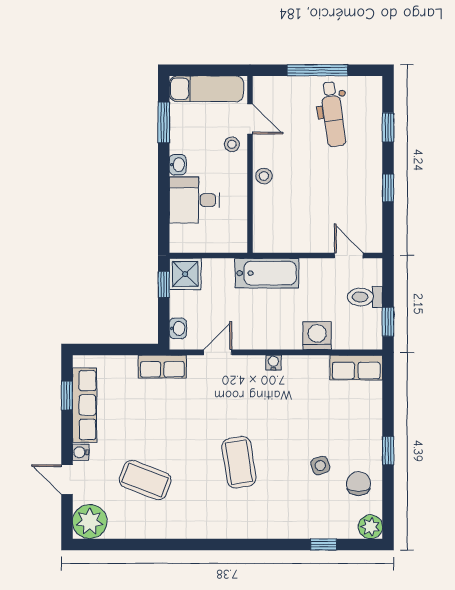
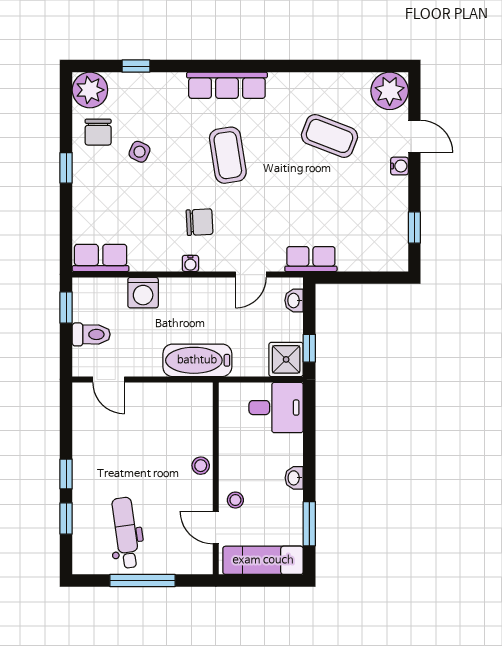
window: (388, 188) -> (66, 474), moved
desk: (194, 200) -> (276, 408), moved
chair: (265, 401) -> (200, 222), added
row of seats: (85, 405) -> (227, 85), moved, turned -90
side table: (320, 465) -> (140, 152), turned 45
plant: (370, 527) -> (90, 90), width x1.36, depth x1.36

